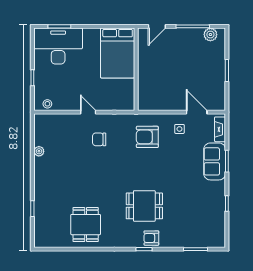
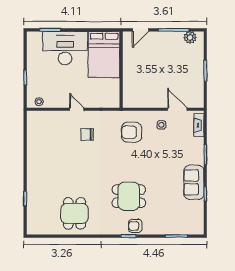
desk: (58, 46) -> (65, 48), moved
plant: (39, 151) -> (31, 146), removed
sofa: (215, 161) -> (194, 182), moved

